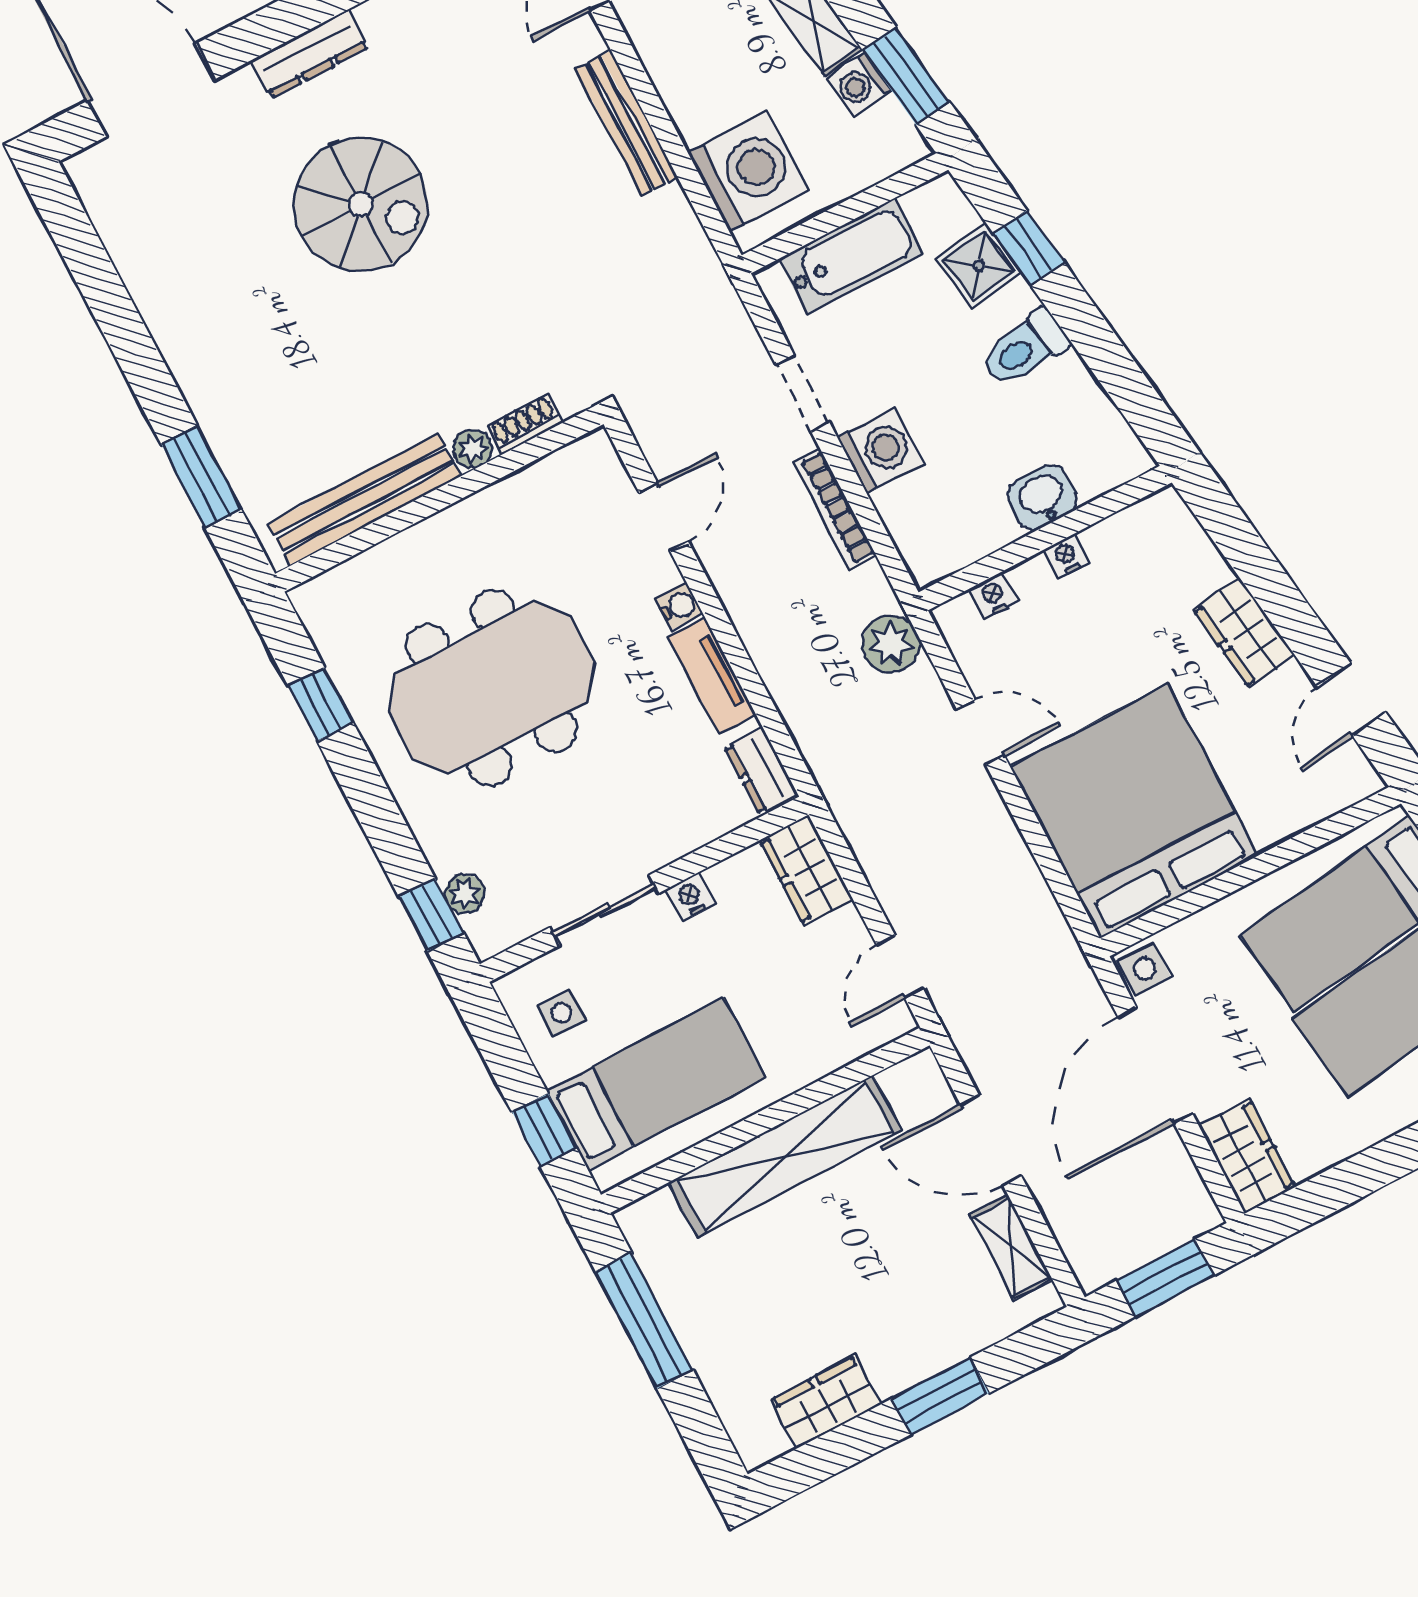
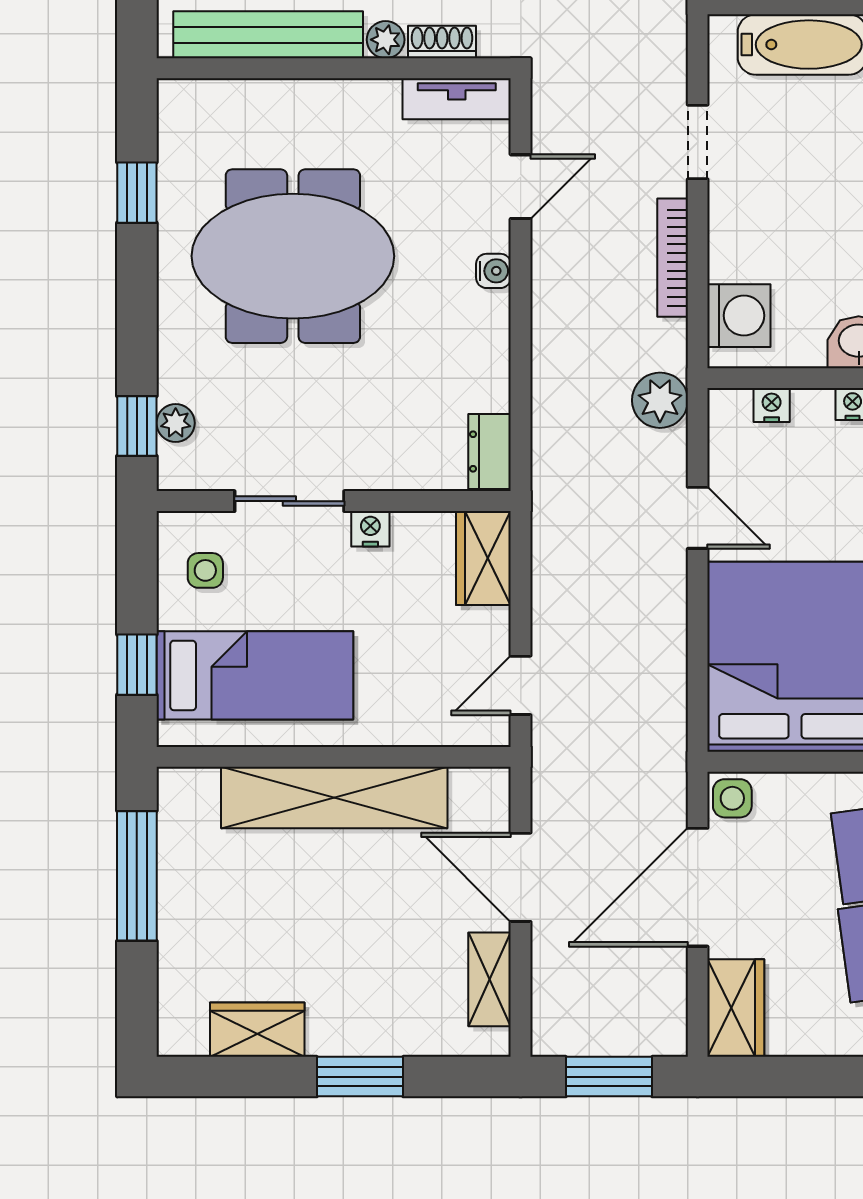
washing machine: (880, 451) -> (739, 316), moved
tv unit: (712, 675) -> (457, 99), moved, turned -90

